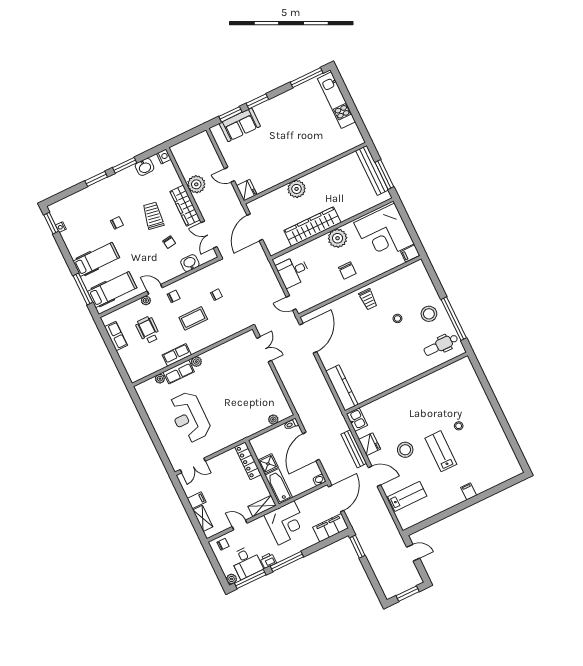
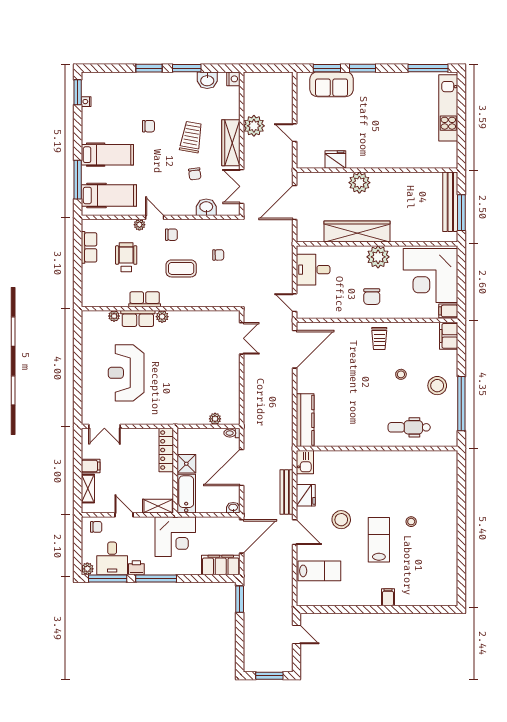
fridge: (247, 190) -> (335, 160), moved, turned -90
filing cabinet: (420, 272) -> (449, 336), added
dental chair: (441, 345) -> (409, 427), moved

